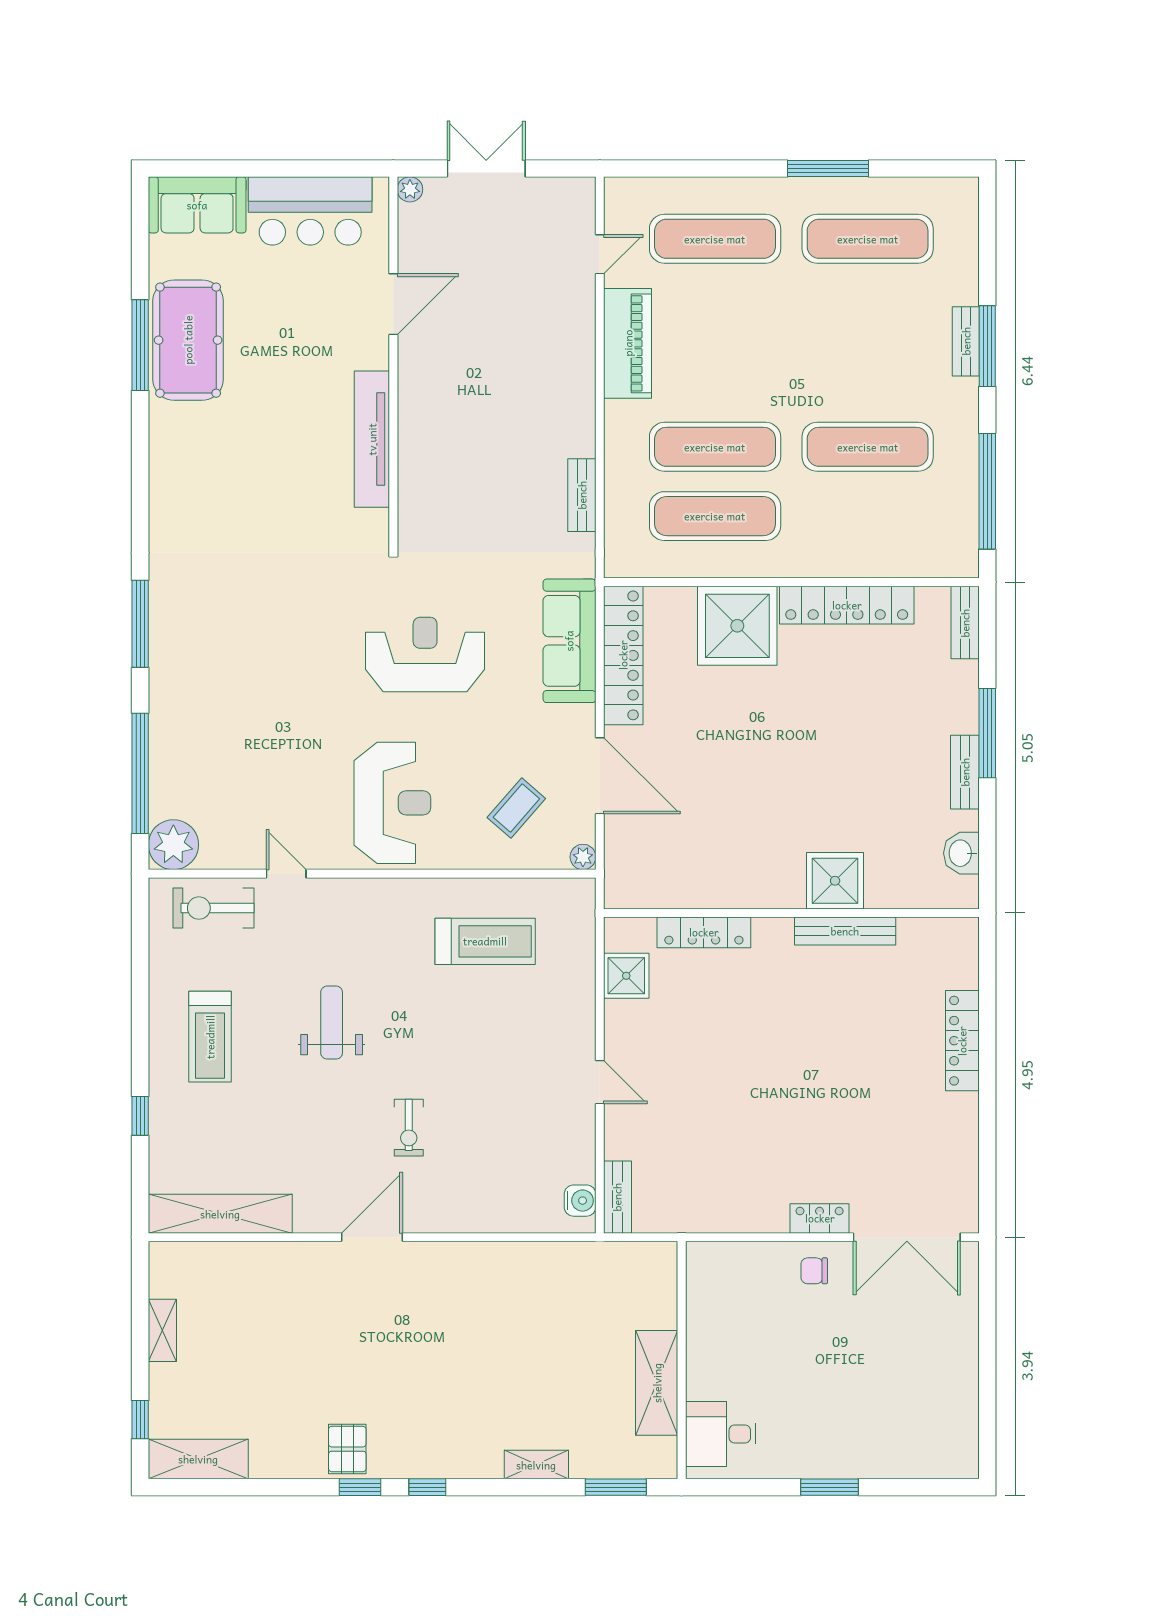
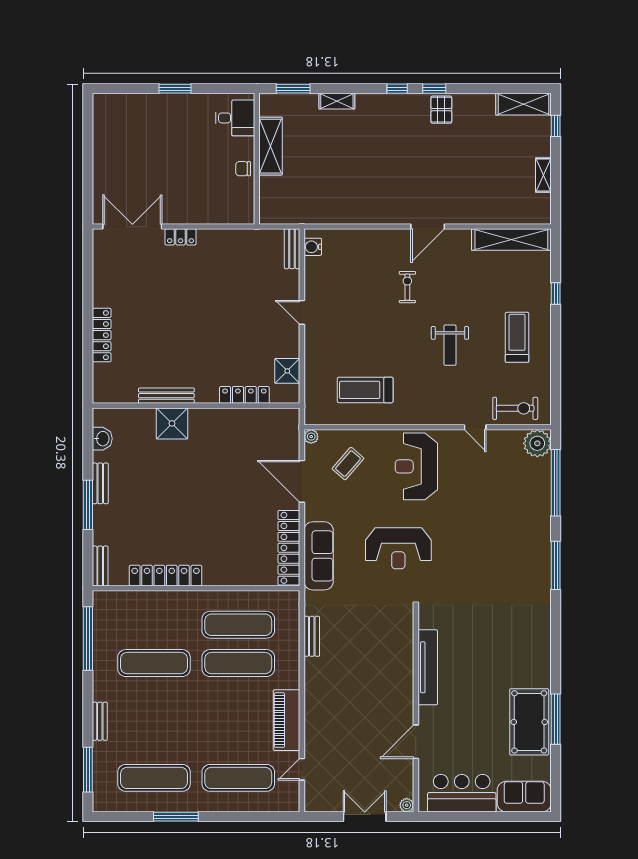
double door: (486, 168) -> (365, 817), swing flipped
window: (987, 346) -> (88, 770), moved
shower: (737, 626) -> (226, 564), removed
chair: (814, 1271) -> (243, 169), moved, turned 180

